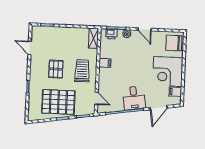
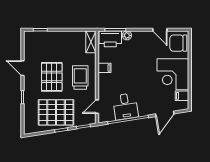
door: (145, 29) -> (160, 30), moved
printer: (111, 34) -> (110, 39), width x1.87, depth x1.48
door: (30, 48) -> (22, 68), moved
pallet: (56, 69) -> (52, 77), width x1.50, depth x1.42
door: (96, 98) -> (97, 107), swing flipped
desk: (134, 98) -> (125, 106), moved

